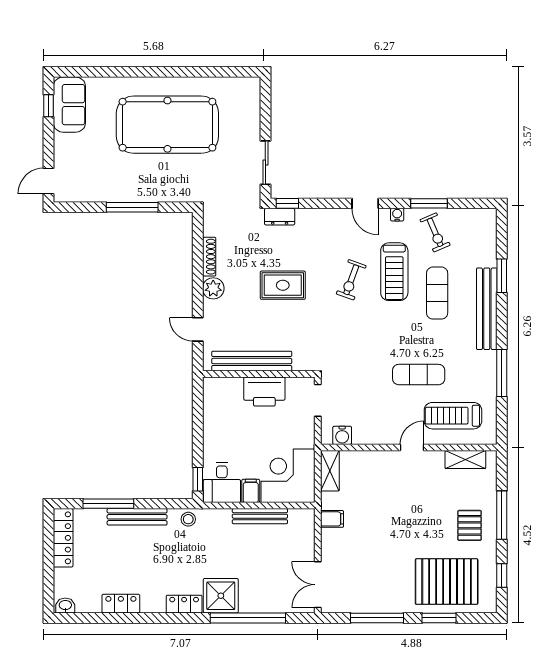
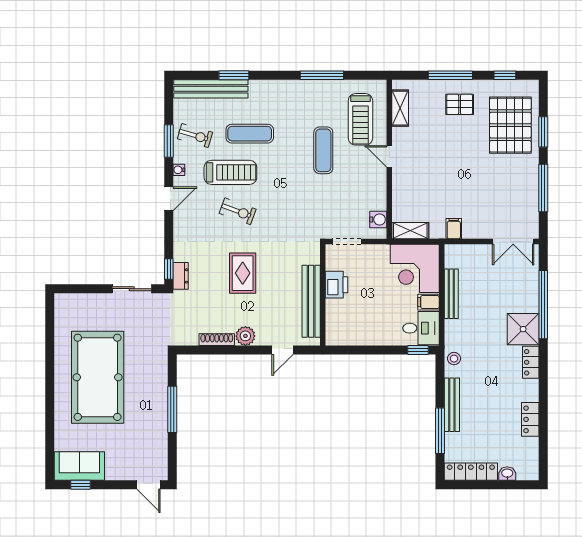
exercise bike: (435, 232) -> (195, 135), turned 39
bench: (487, 309) -> (211, 89), moved
printer: (264, 391) -> (336, 285), width x0.73, depth x0.84
washbasin: (65, 605) -> (507, 474), moved, turned 90

